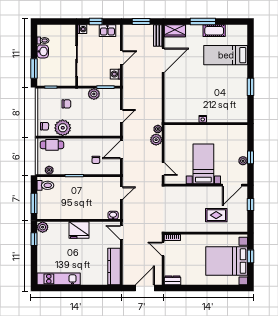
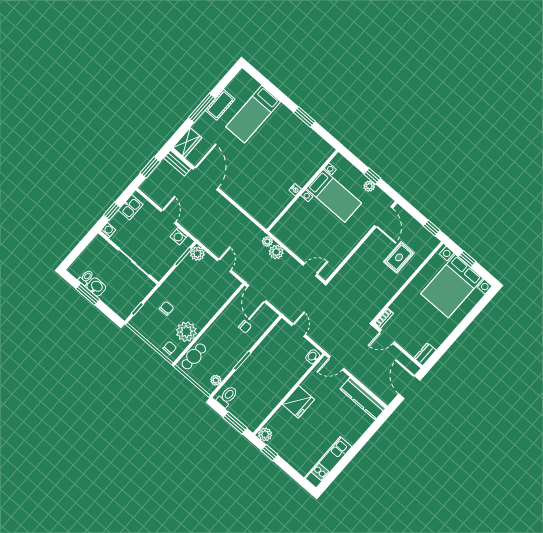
window: (34, 69) -> (88, 294), moved
plant: (94, 94) -> (197, 254), moved
bed with nightstands: (203, 164) -> (334, 196), moved, turned 180
window: (250, 204) -> (432, 228), moved

